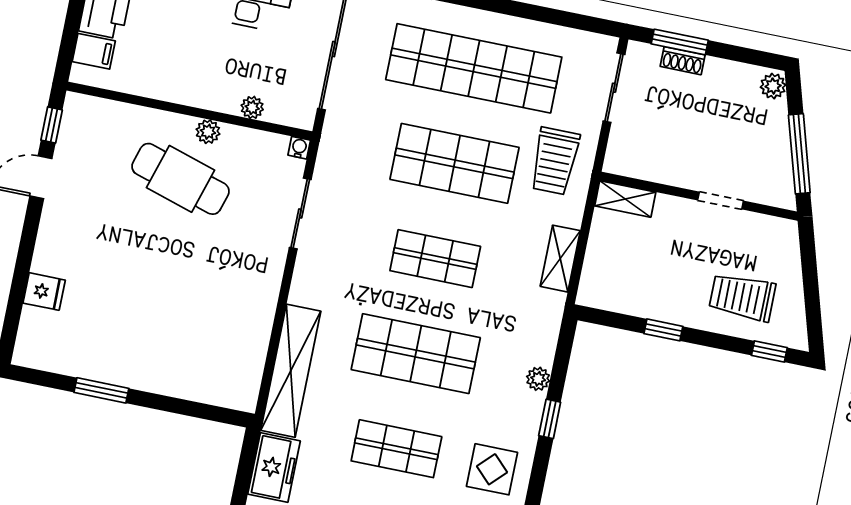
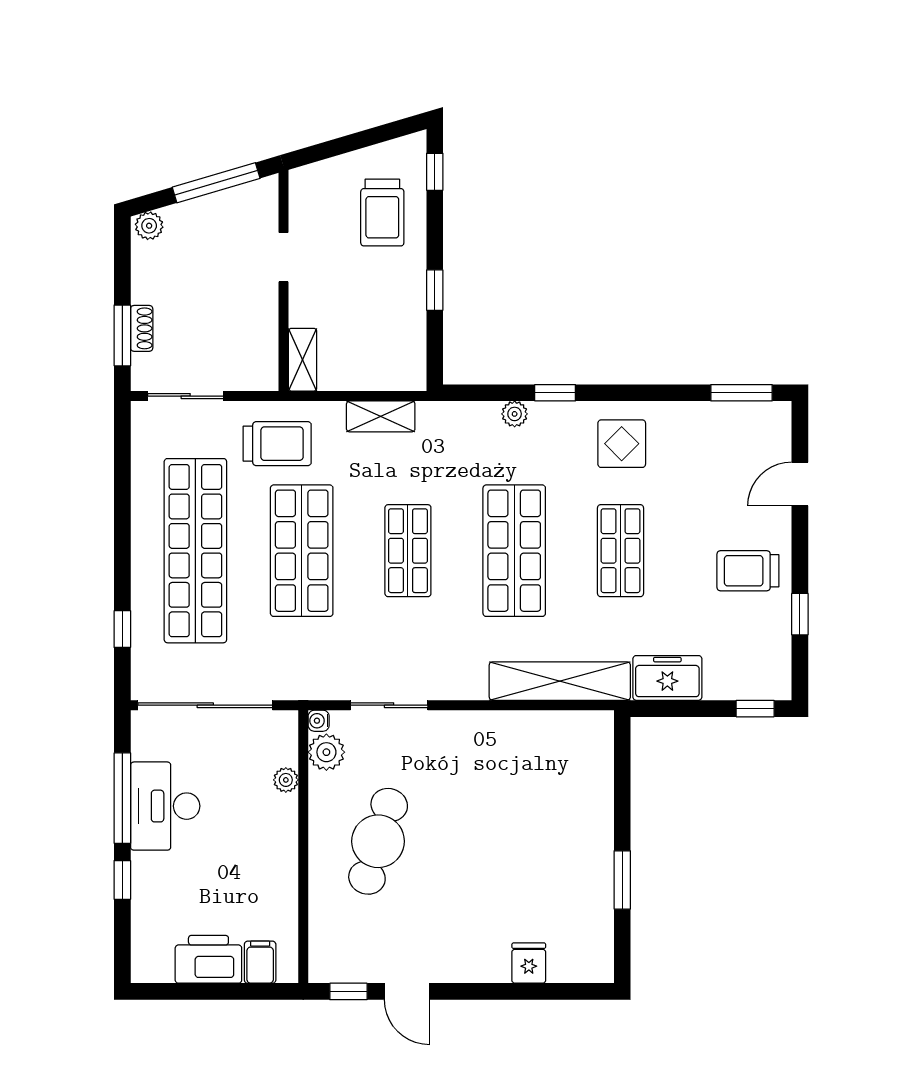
plant: (208, 132) -> (326, 752), moved, width x1.38, depth x1.38

